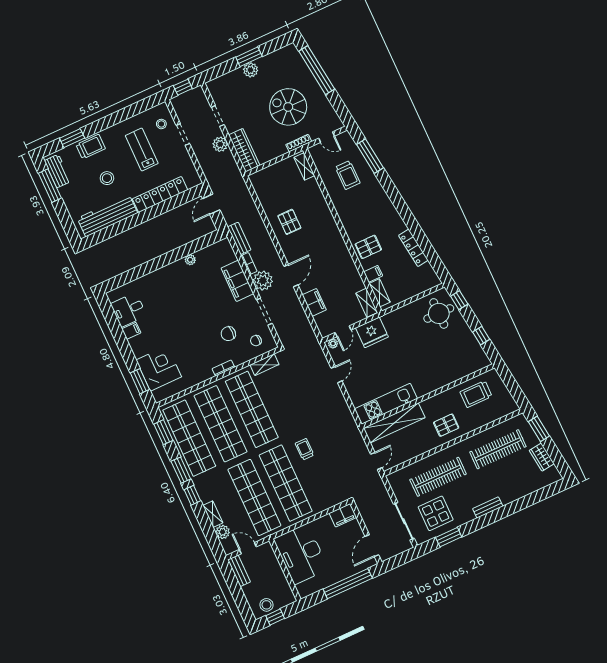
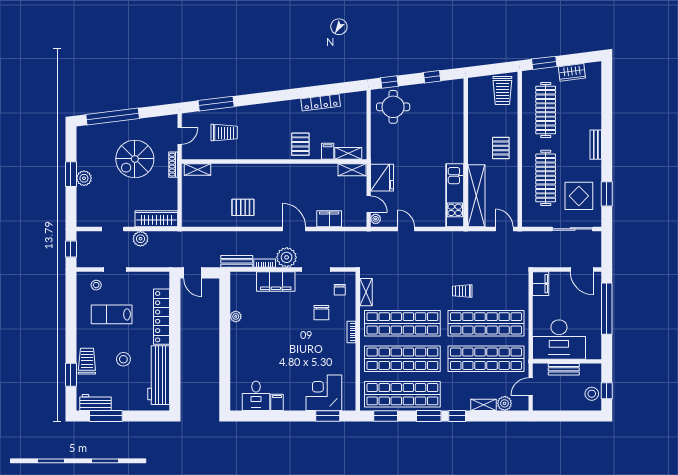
trolley: (476, 394) -> (502, 91), moved
bench: (239, 571) -> (564, 369), moved

